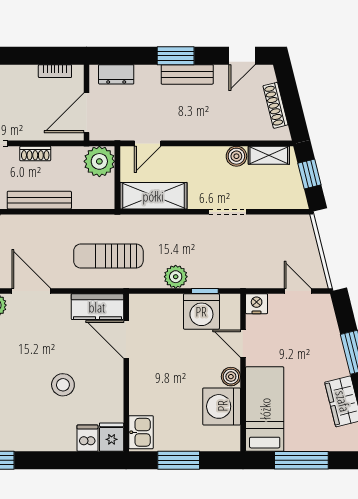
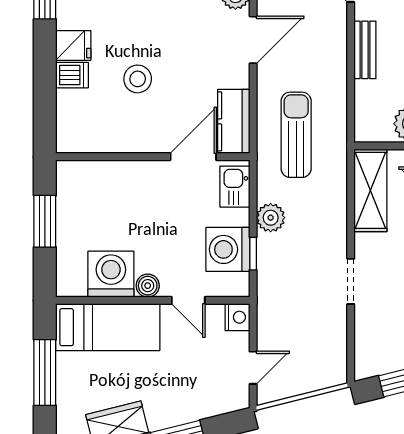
bench: (39, 200) -> (365, 50), width x0.73
door: (243, 344) -> (188, 300), swing flipped
kitchen sink: (141, 432) -> (235, 187), moved, turned 90
fridge: (112, 437) -> (73, 45), moved
dishwasher: (87, 438) -> (72, 75), moved

